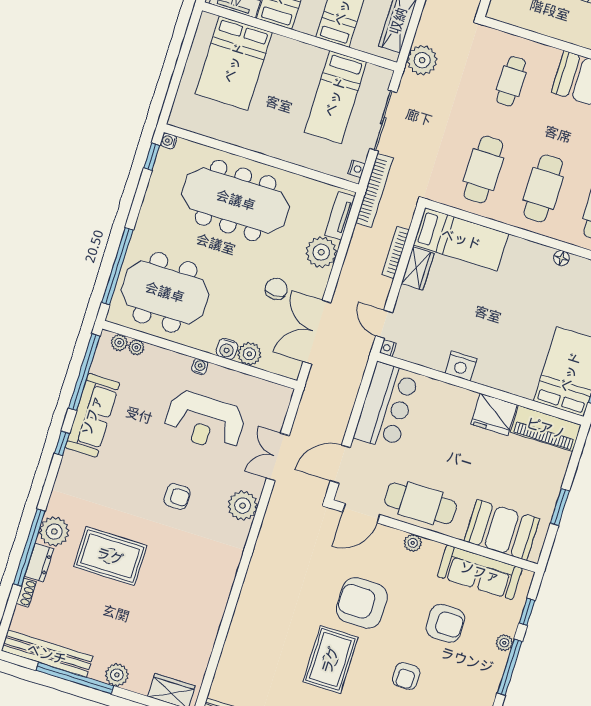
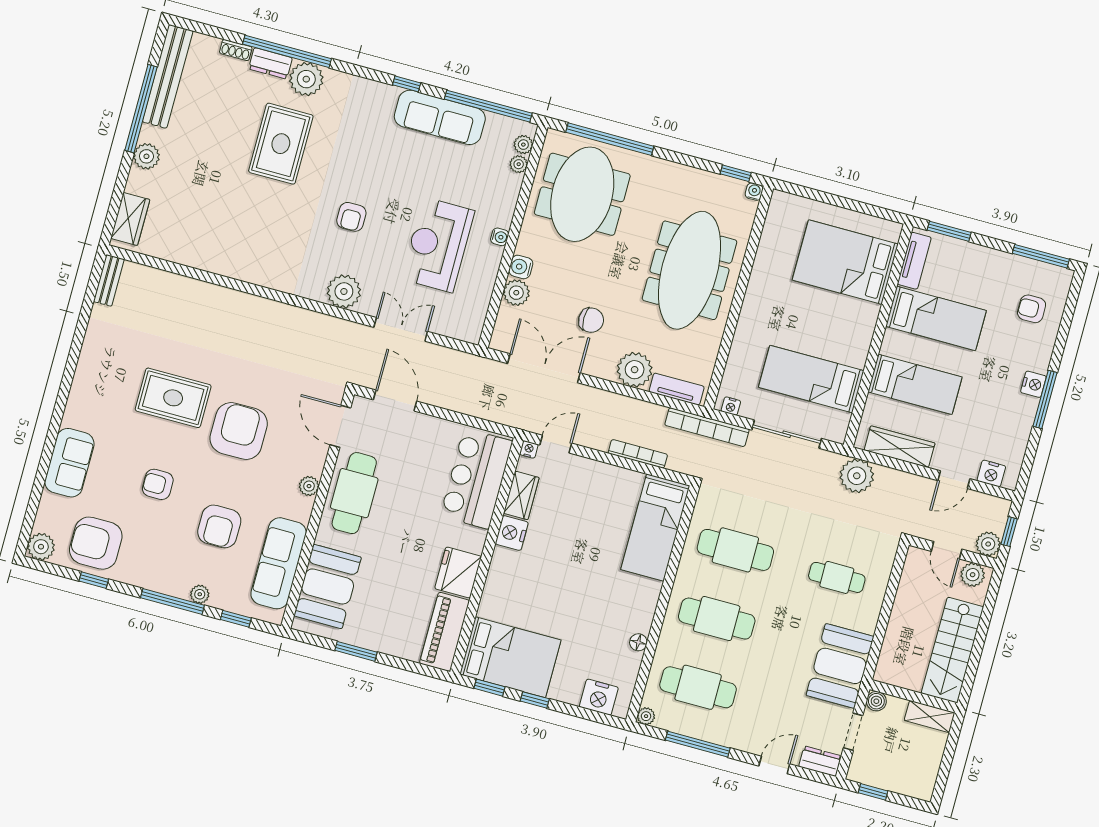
wardrobe: (418, 268) -> (521, 495), moved, turned -90
bar counter: (386, 406) -> (476, 479), moved, turned 90

